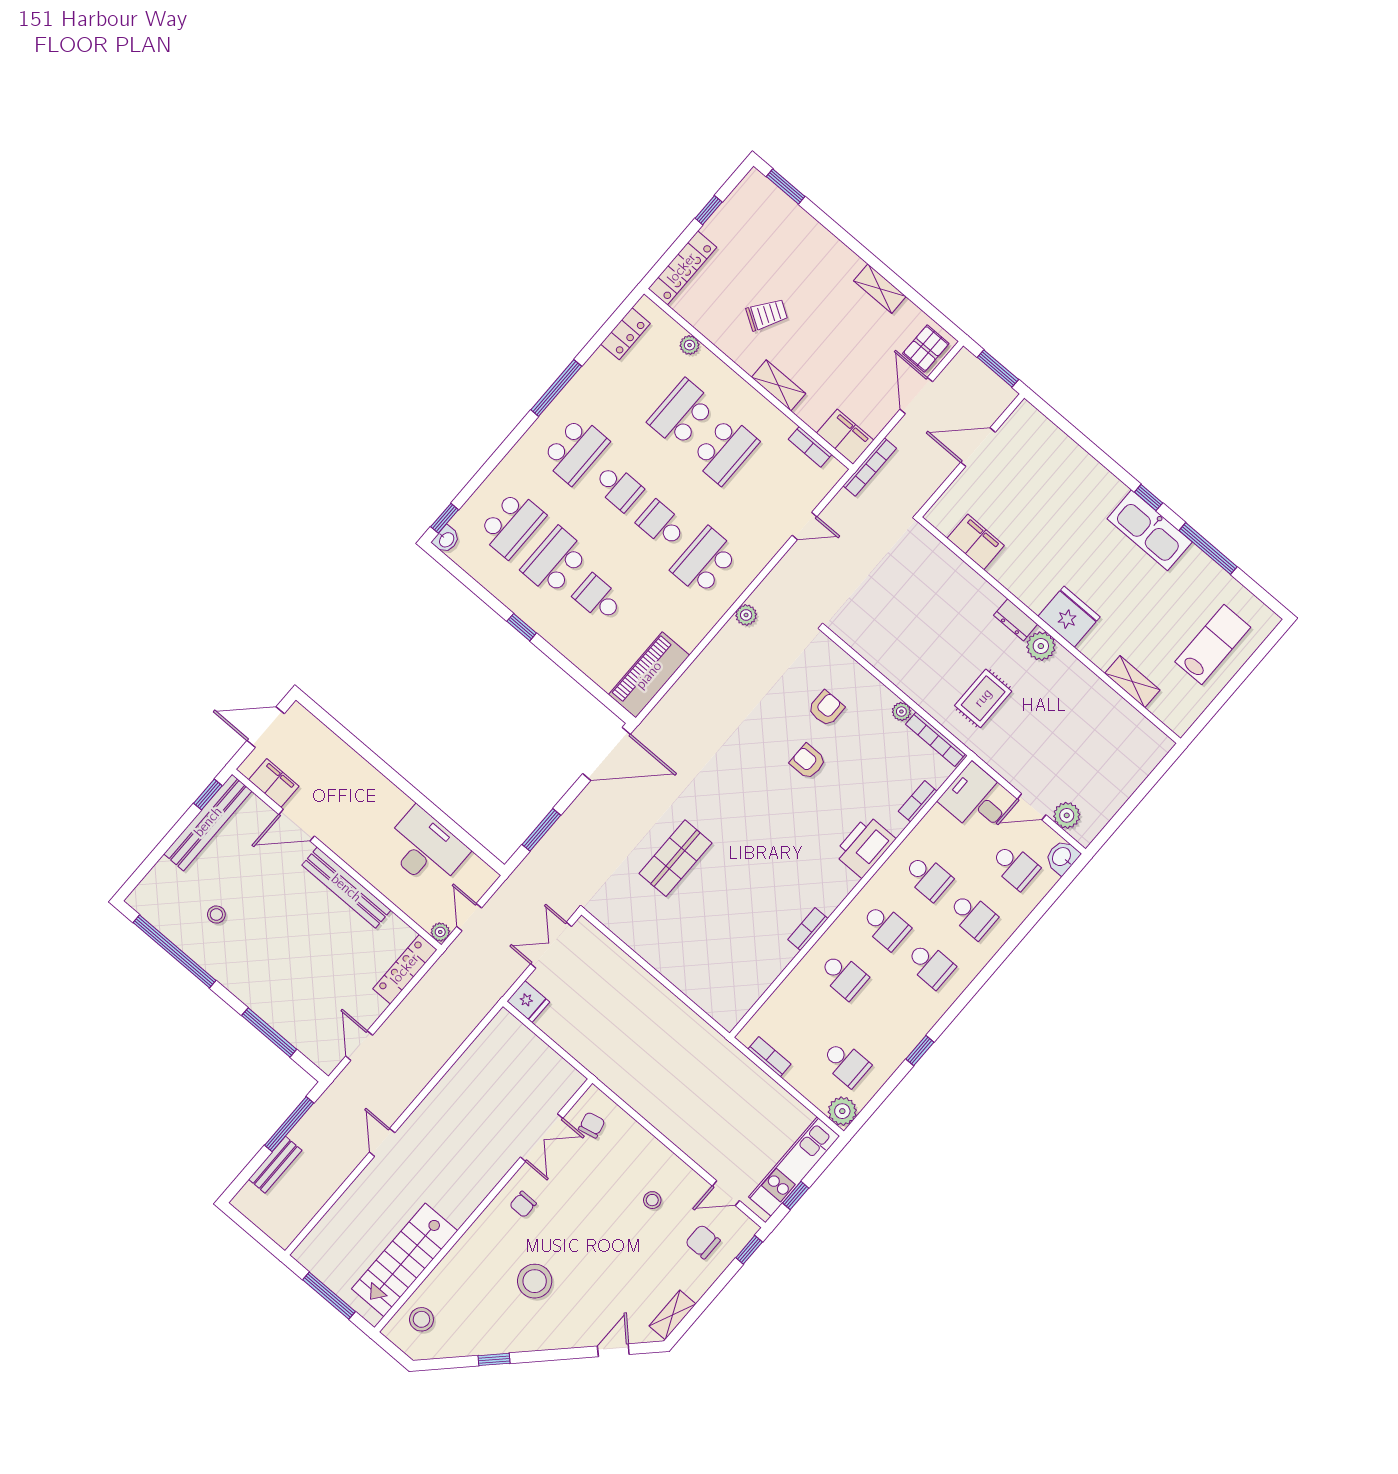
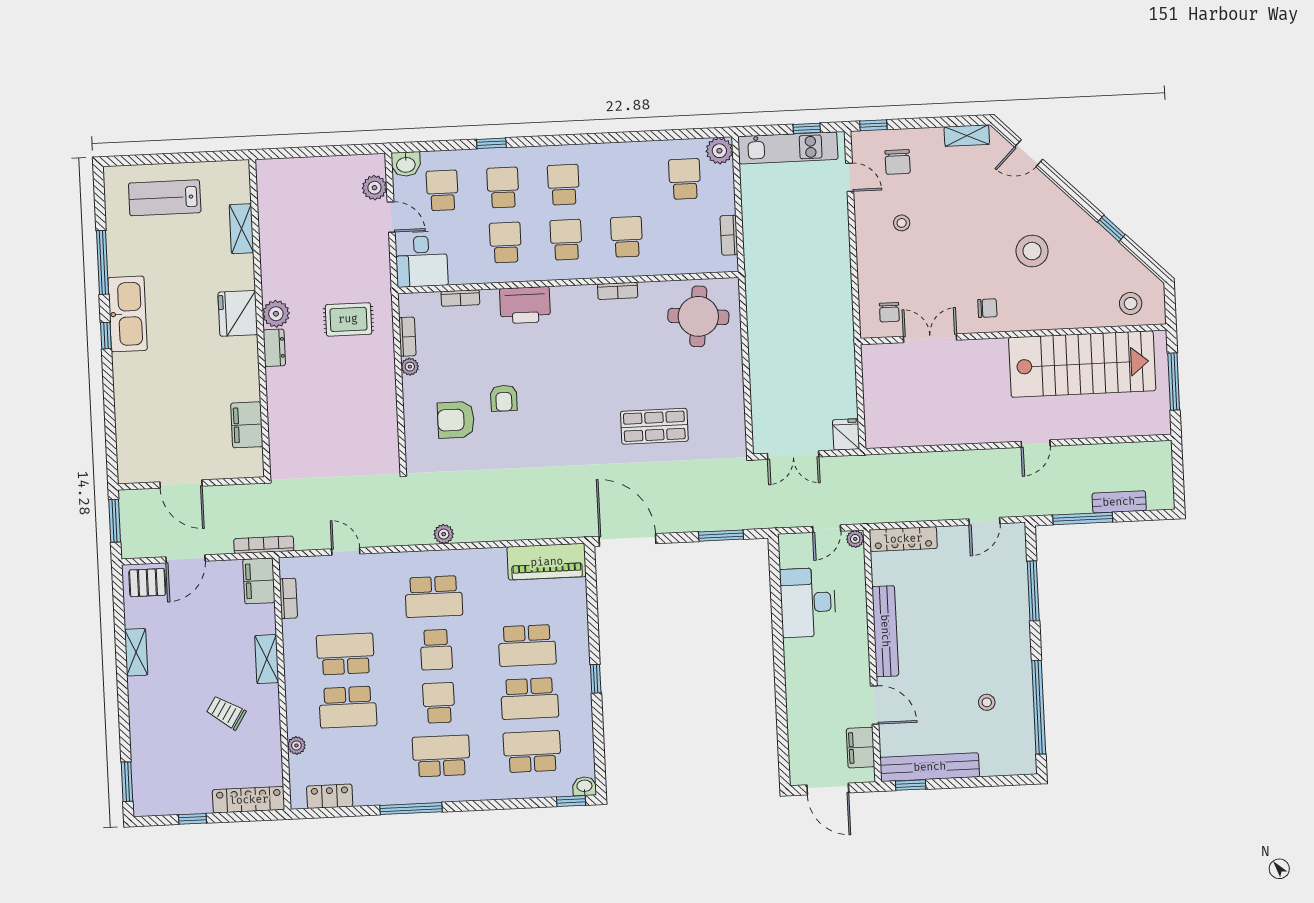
school desk: (598, 598) -> (527, 645), width x1.85
armchair: (826, 708) -> (456, 420), width x1.38, depth x1.38
bookcase: (935, 739) -> (407, 337), width x0.64
round table: (729, 973) -> (698, 316), added
window: (920, 1051) -> (491, 143), moved
chair: (592, 1125) -> (889, 312), turned -77
stairs: (405, 1260) -> (1082, 364), width x1.36, depth x1.51

